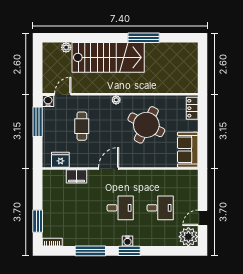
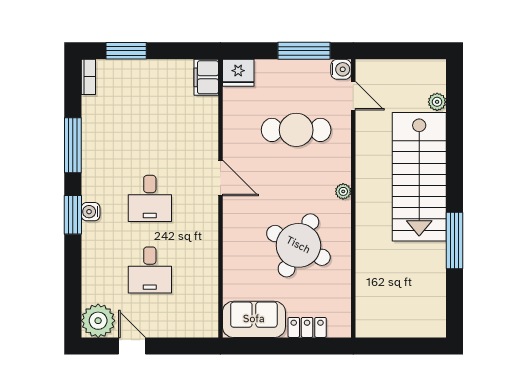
locker: (192, 108) -> (307, 327), moved
cafe table: (82, 126) -> (296, 130), width x1.37, depth x1.35
fridge: (60, 160) -> (238, 73), moved, turned 90
filing cabinet: (76, 176) -> (206, 77), moved

